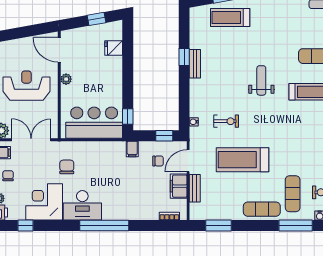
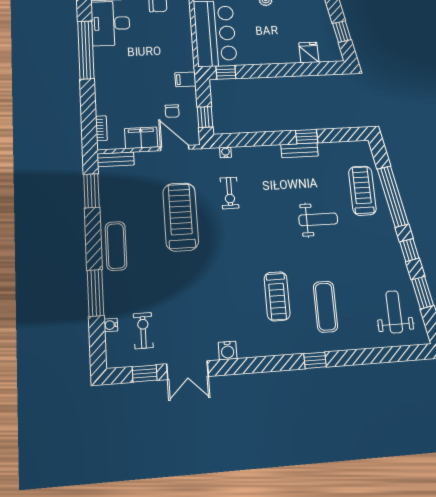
weight bench: (261, 80) -> (318, 219), moved
bench: (195, 188) -> (116, 159), moved
exercise mat: (293, 194) -> (139, 286), removed

